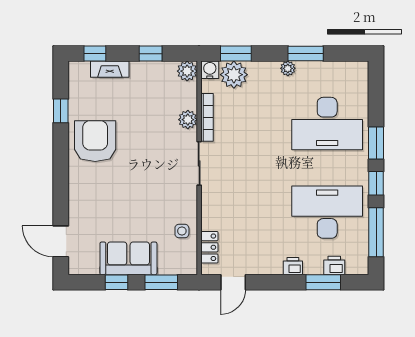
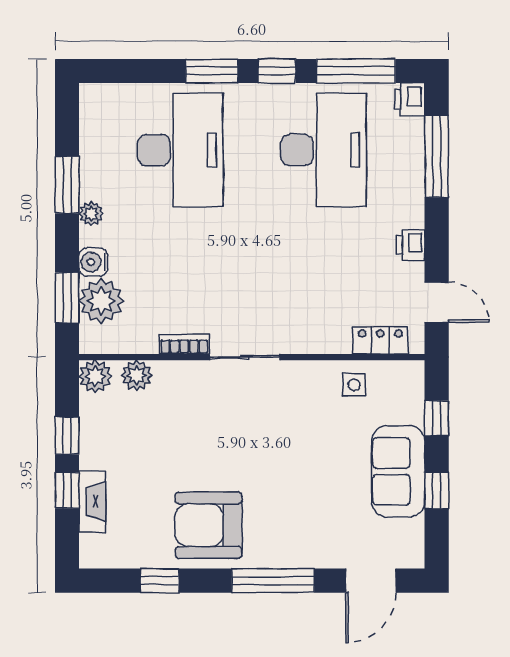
window: (95, 54) -> (67, 490), moved
water cooler: (210, 70) -> (93, 262), moved
bookcase: (207, 117) -> (184, 344), width x0.64
plant: (188, 120) -> (137, 375), moved
window: (61, 181) -> (273, 581), added
desk: (327, 212) -> (323, 150), turned 180
printer: (334, 265) -> (410, 100), moved
printer: (293, 266) -> (411, 245), moved
window: (161, 282) -> (437, 418), width x0.67
window: (323, 282) -> (437, 156), width x1.44

